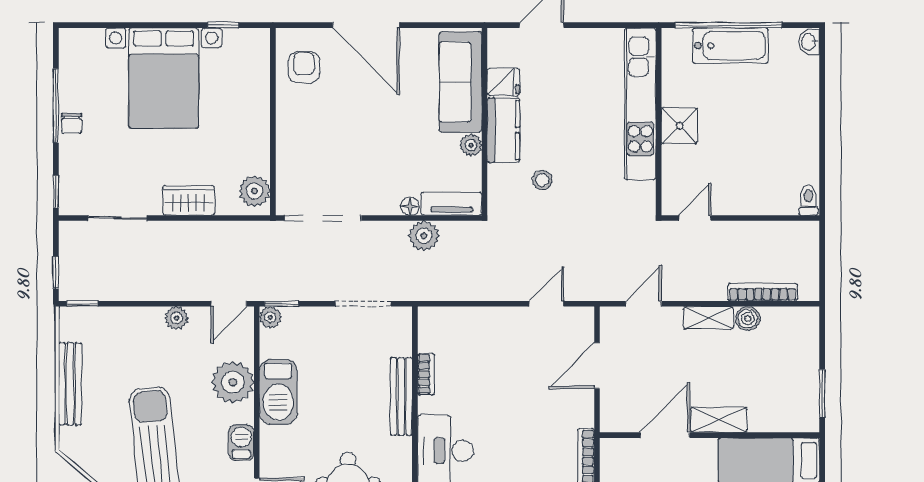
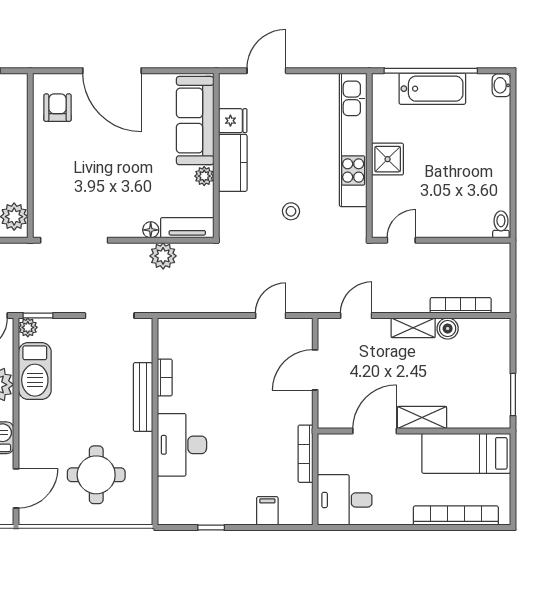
stool: (542, 180) -> (291, 211), moved
barbecue: (278, 392) -> (35, 371), moved

